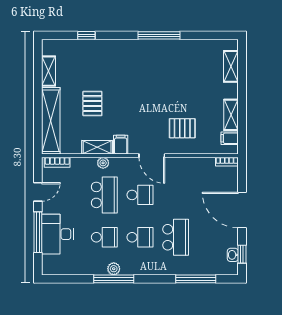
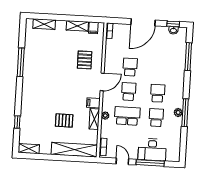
window: (159, 35) -> (21, 62), moved
shelving: (49, 71) -> (29, 149), moved
school desk: (176, 237) -> (130, 67), moved, width x0.54

